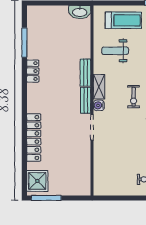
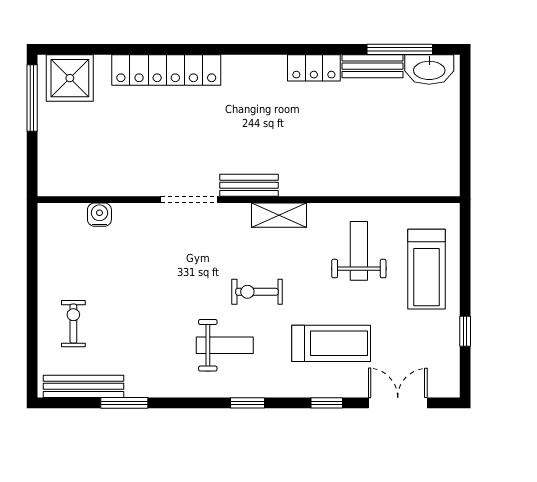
washbasin: (80, 12) -> (429, 70), moved, turned -90
window: (24, 43) -> (400, 49), moved
bench: (85, 73) -> (372, 66), moved
water cooler: (99, 105) -> (99, 215), moved

